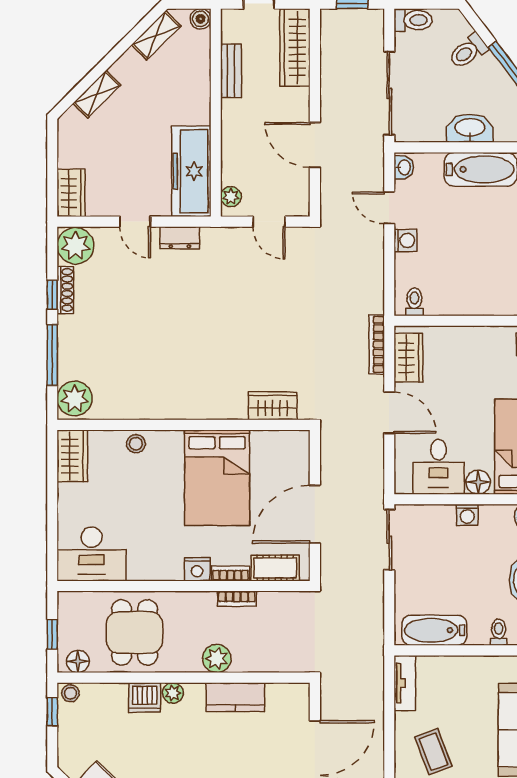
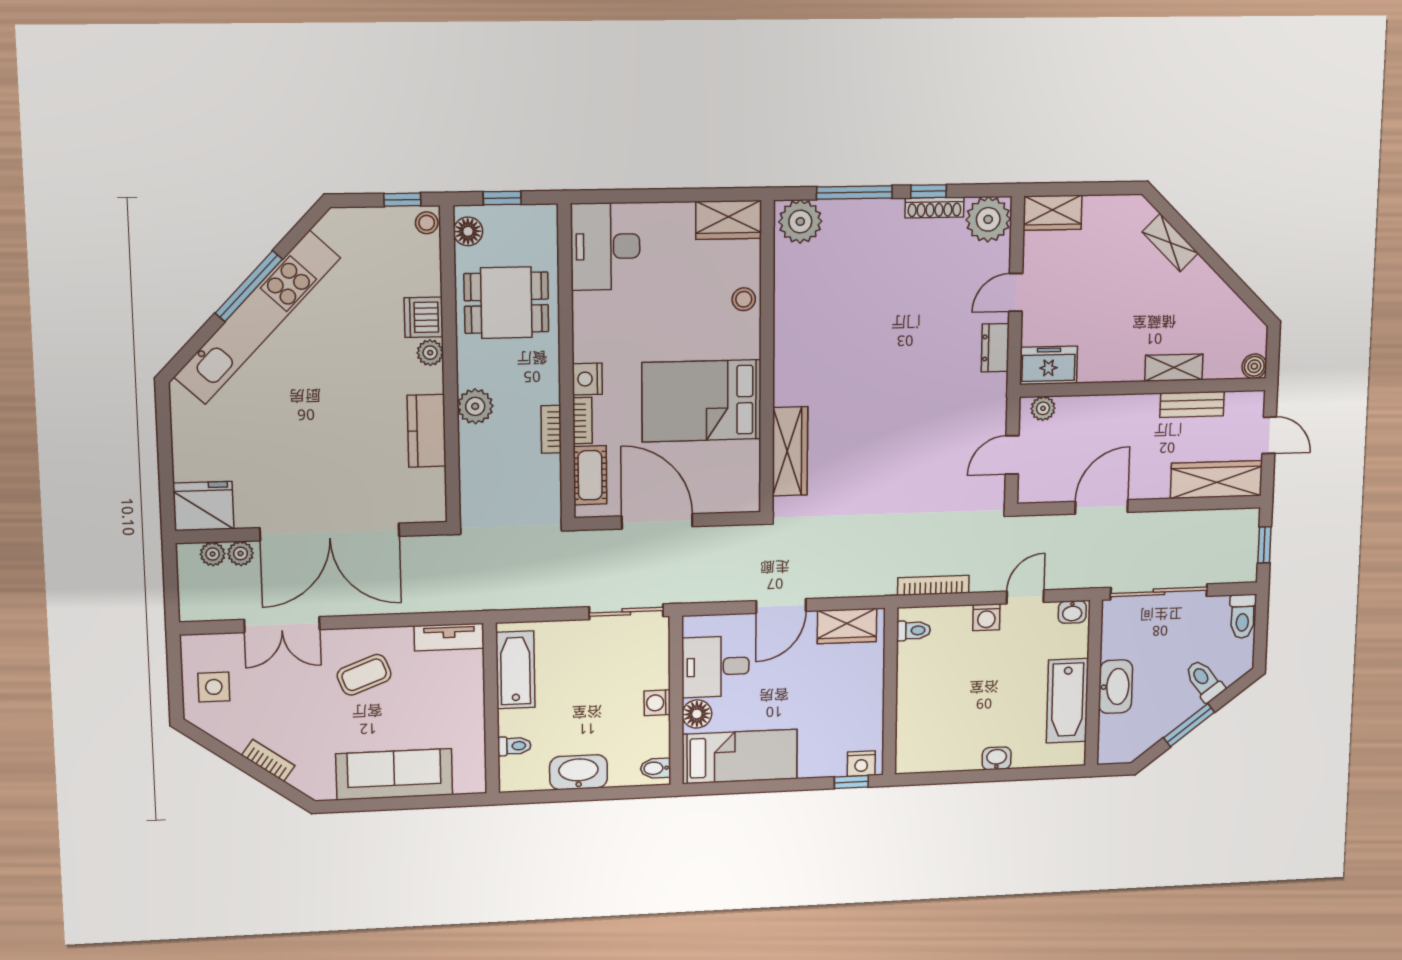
shelving: (156, 35) -> (1174, 368), moved, turned -45
freezer: (191, 171) -> (1049, 365), width x0.52, depth x0.79
bookcase: (377, 344) -> (933, 585), moved
wardrobe: (273, 406) -> (790, 451), width x1.50

